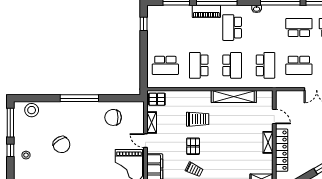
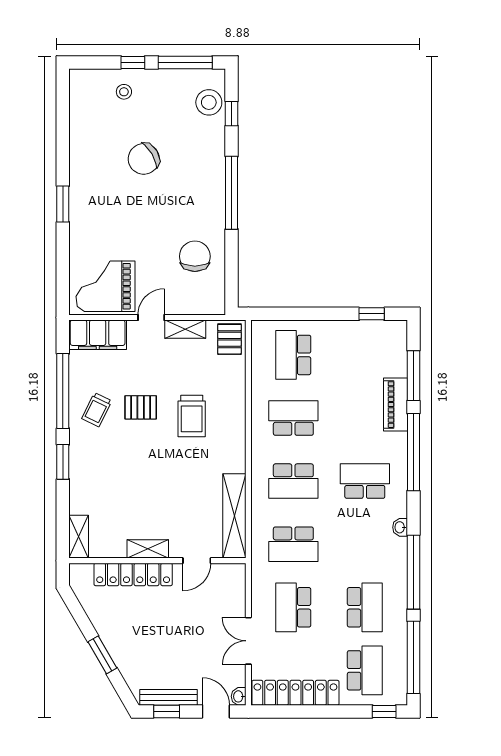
piano: (206, 11) -> (395, 405), moved
shelving: (234, 97) -> (234, 516), moved
window: (38, 98) -> (232, 114), added

